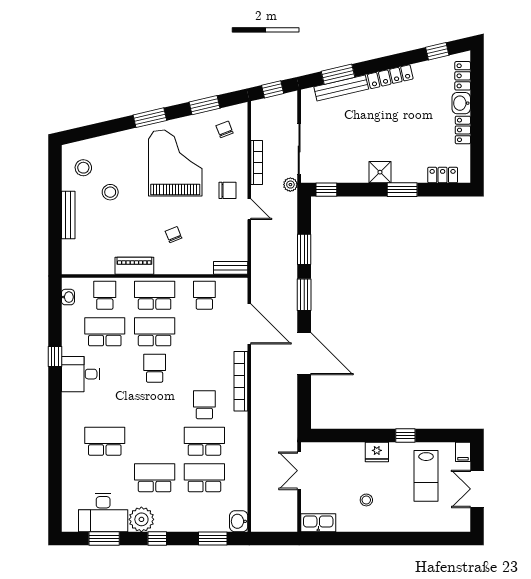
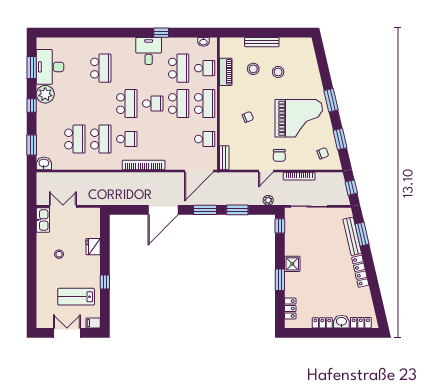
window: (437, 51) -> (378, 305), removed
stool: (83, 168) -> (253, 69), moved
plant: (290, 185) -> (268, 200), moved
piano: (134, 266) -> (226, 72), moved
door: (249, 324) -> (199, 171), moved
fridge: (377, 452) -> (93, 247), moved
double door: (299, 471) -> (63, 206), moved
school desk: (155, 478) -> (127, 104), moved

